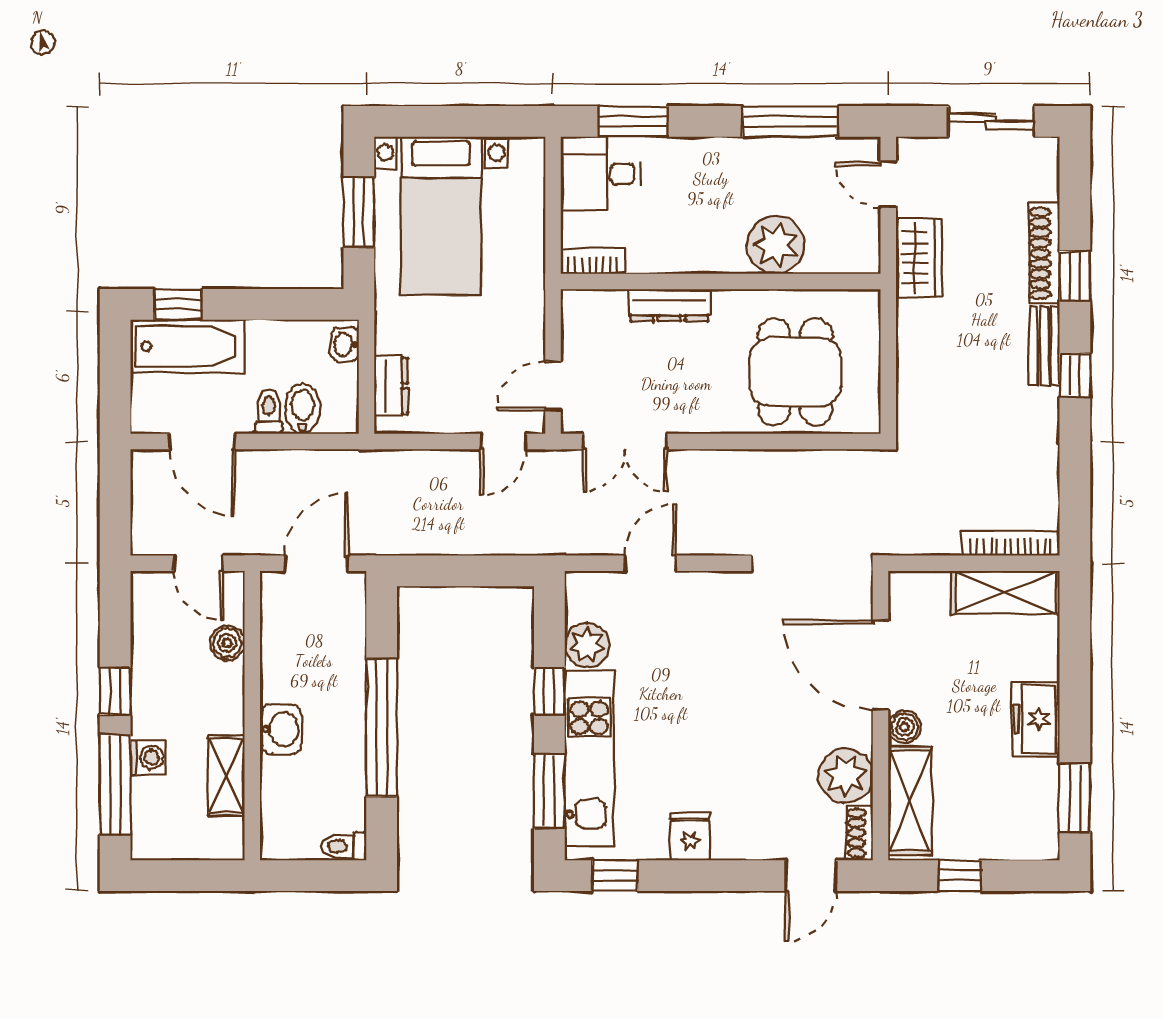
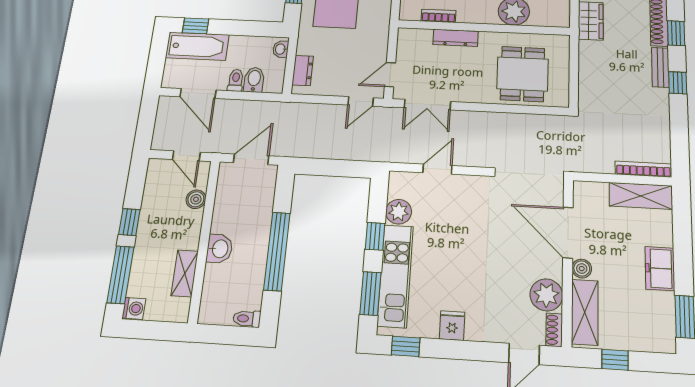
bookcase: (593, 261) -> (439, 16), moved
washing machine: (148, 757) -> (134, 308), moved

